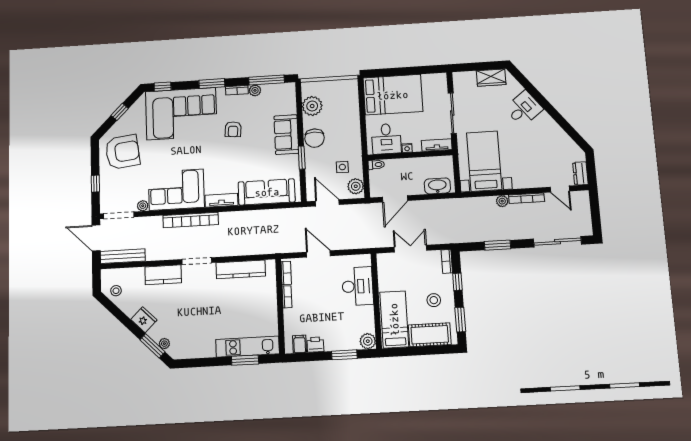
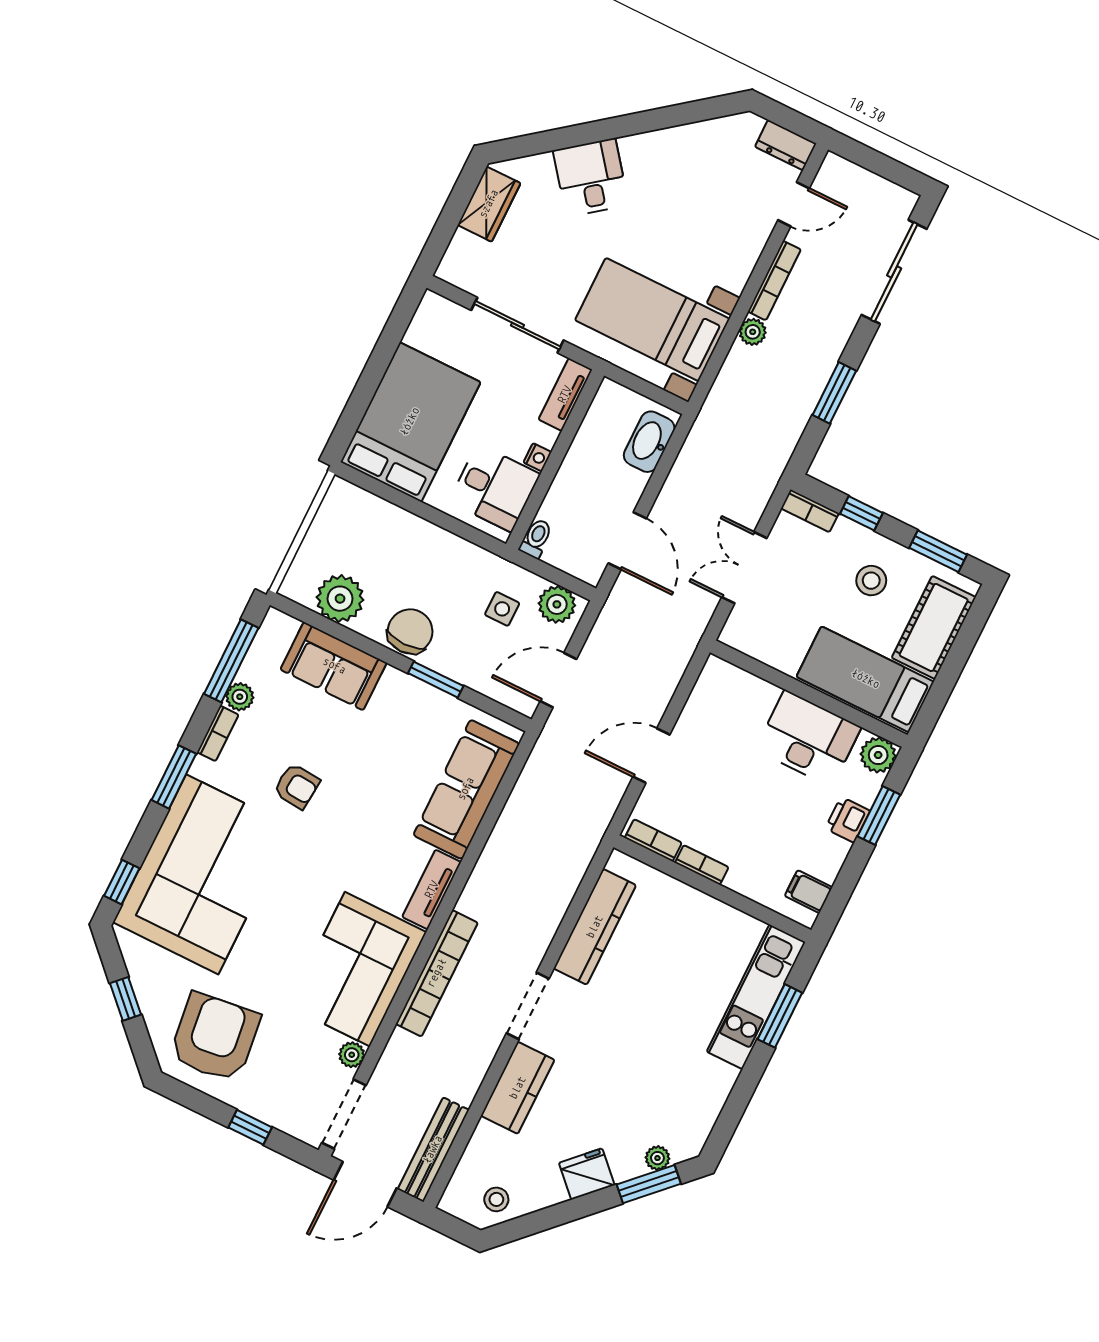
sofa: (286, 135) -> (334, 666), moved
chair: (314, 138) -> (410, 631), turned -90
desk: (357, 286) -> (808, 738), moved
printer: (315, 345) -> (848, 820), moved

